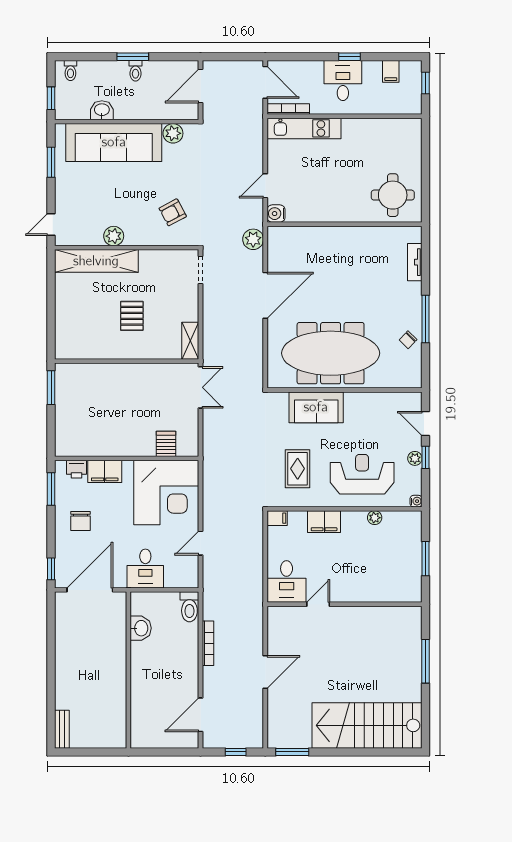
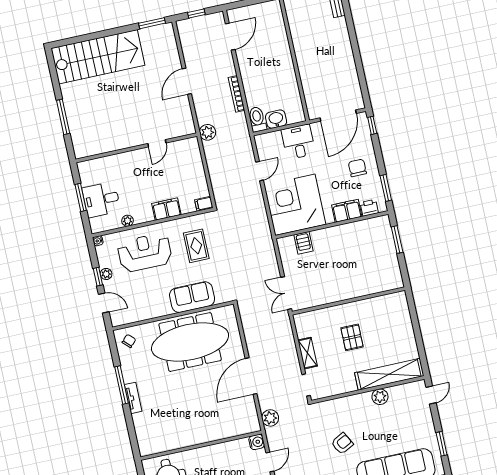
armchair: (173, 212) -> (342, 443), moved
tv unit: (415, 262) -> (133, 398), moved
chair: (408, 340) -> (129, 341), moved
shelving: (190, 341) -> (308, 353), moved
window: (51, 388) -> (397, 240), moved
reception desk: (362, 474) -> (145, 253), turned 180
desk: (287, 581) -> (101, 200), moved, turned -90
plant: (254, 604) -> (208, 132), added
washbasin: (141, 628) -> (276, 119), moved, turned 90

